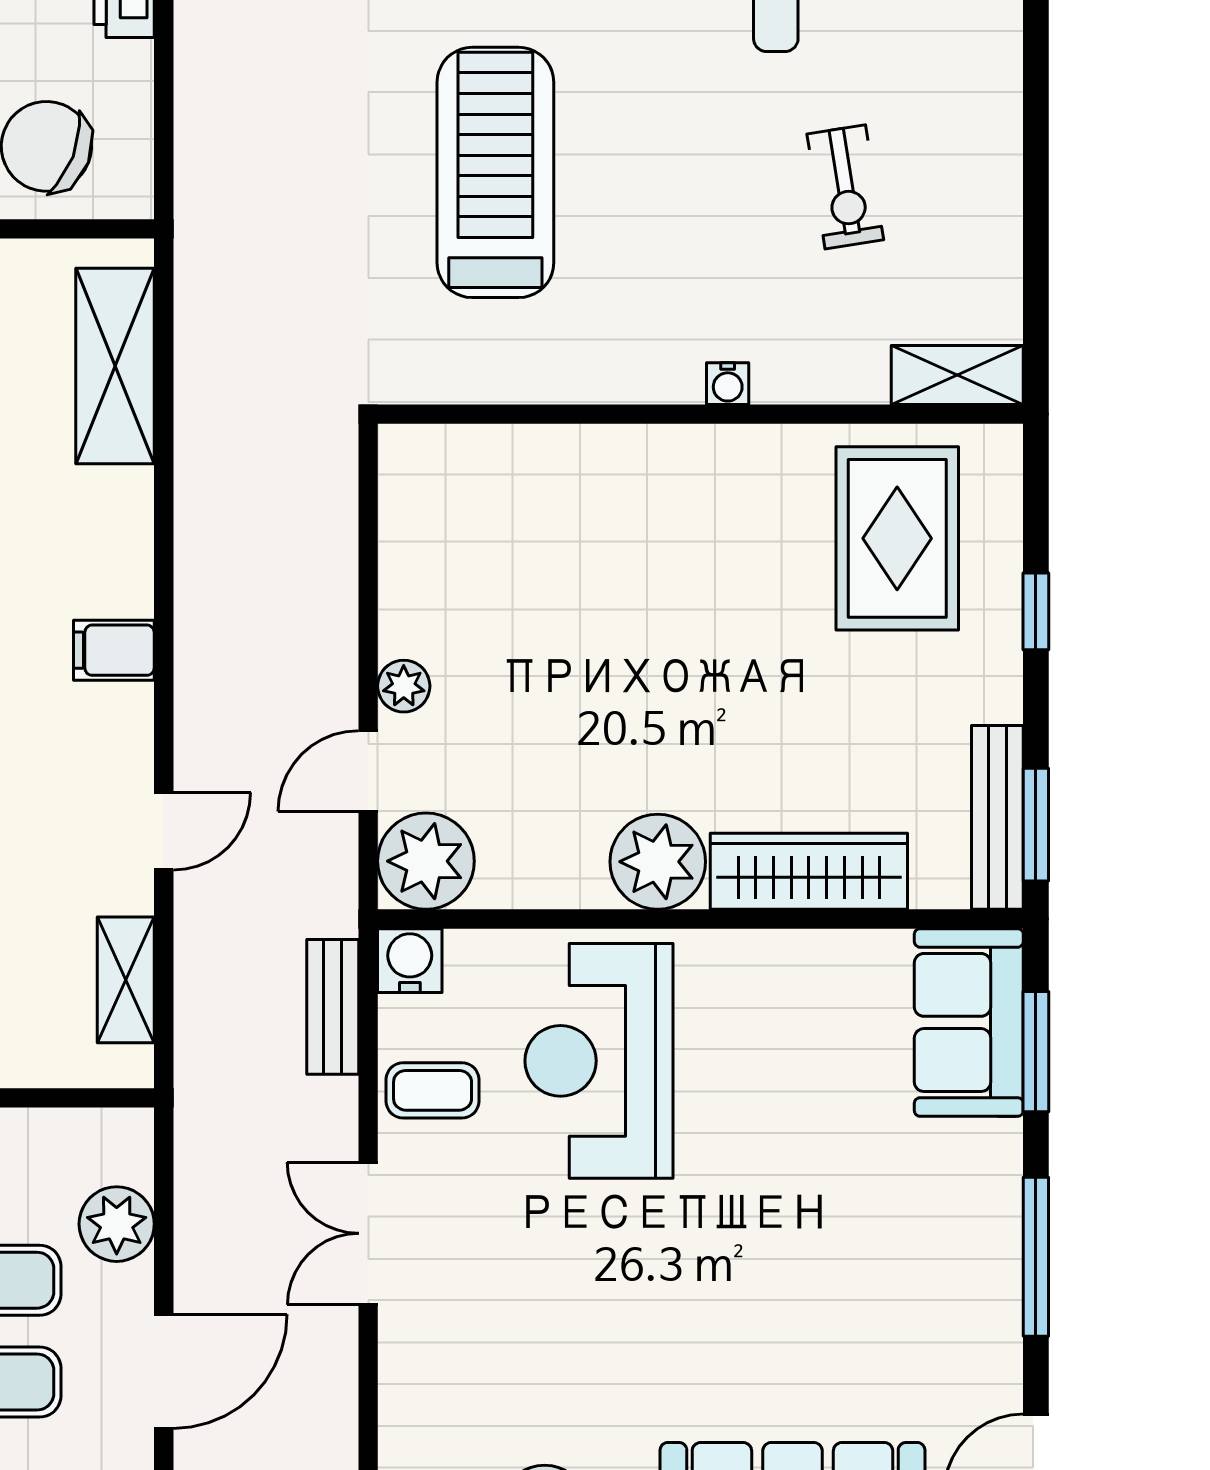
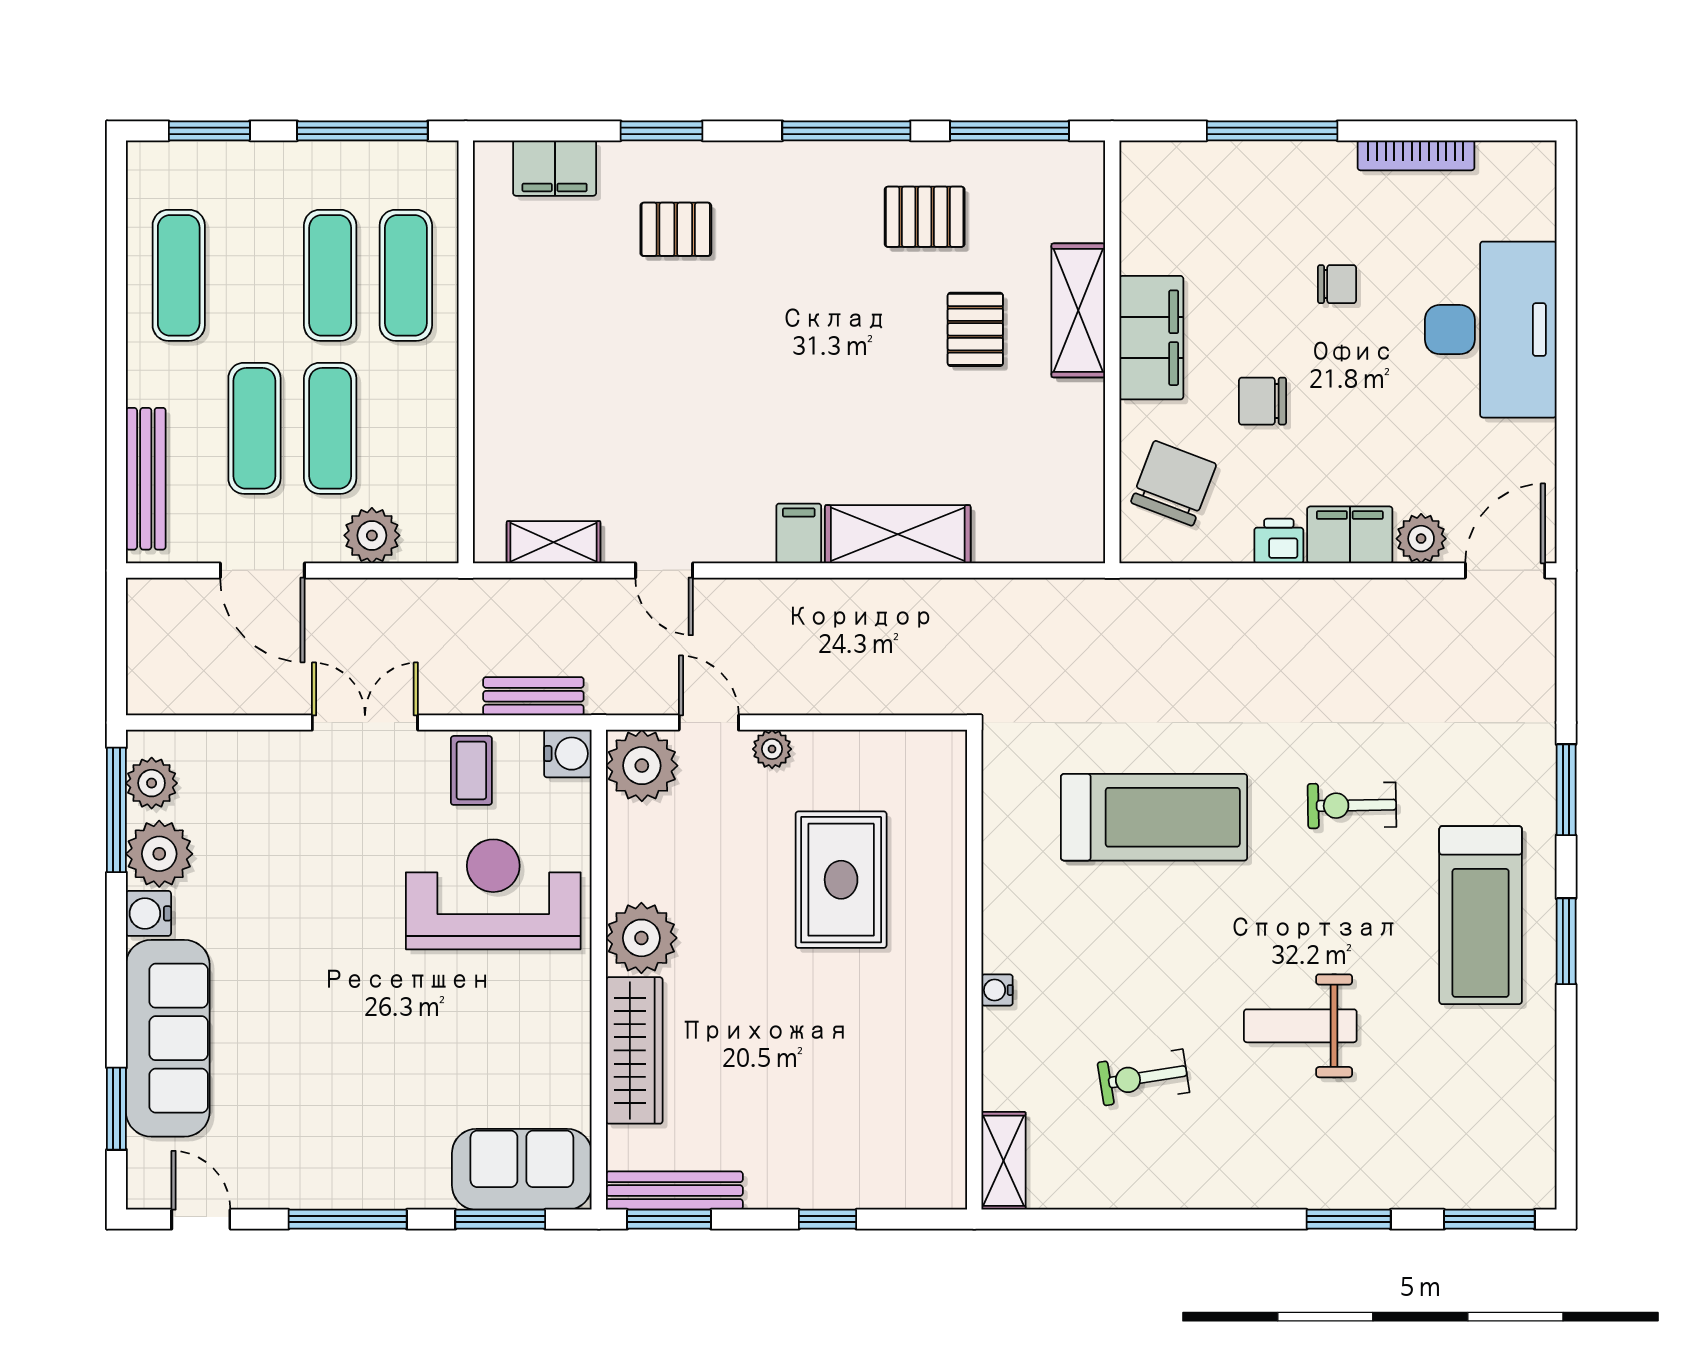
shelving: (115, 366) -> (898, 534), moved
rug: (897, 538) -> (841, 880), moved, turned 90

